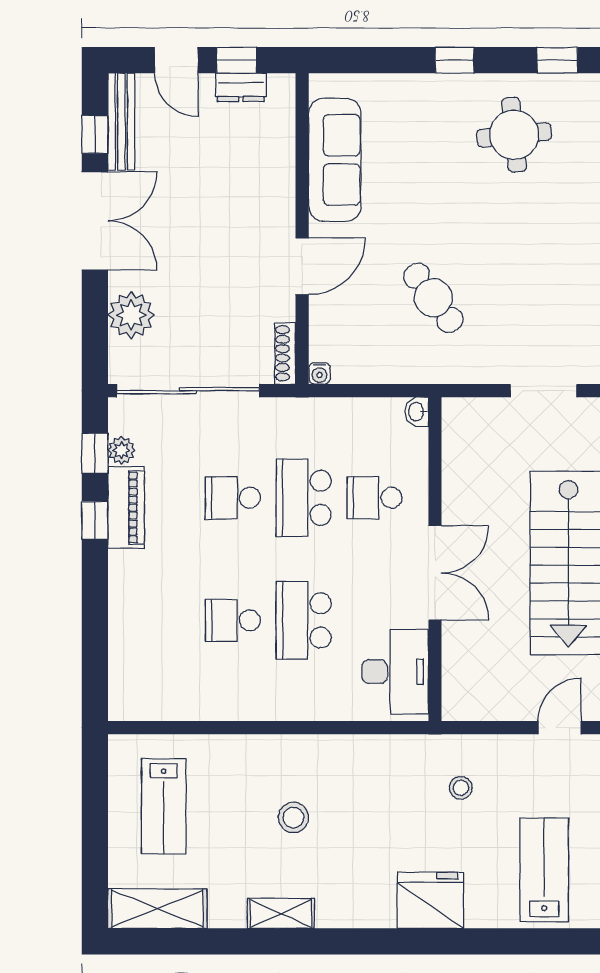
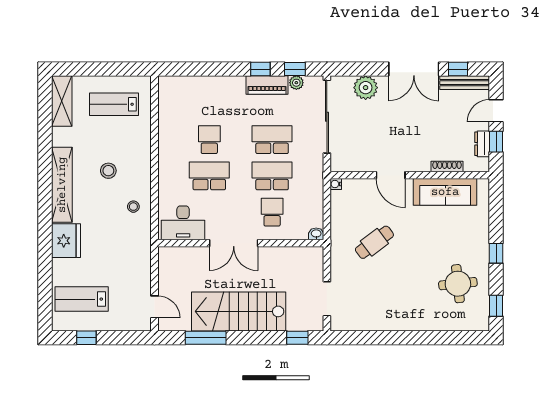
shoe rack: (285, 353) -> (447, 166), moved
school desk: (233, 498) -> (272, 140), width x1.85
stool: (461, 788) -> (133, 207), moved
lab bench: (544, 870) -> (82, 299), turned 180
shelving: (281, 913) -> (62, 185), width x2.20, depth x1.33

